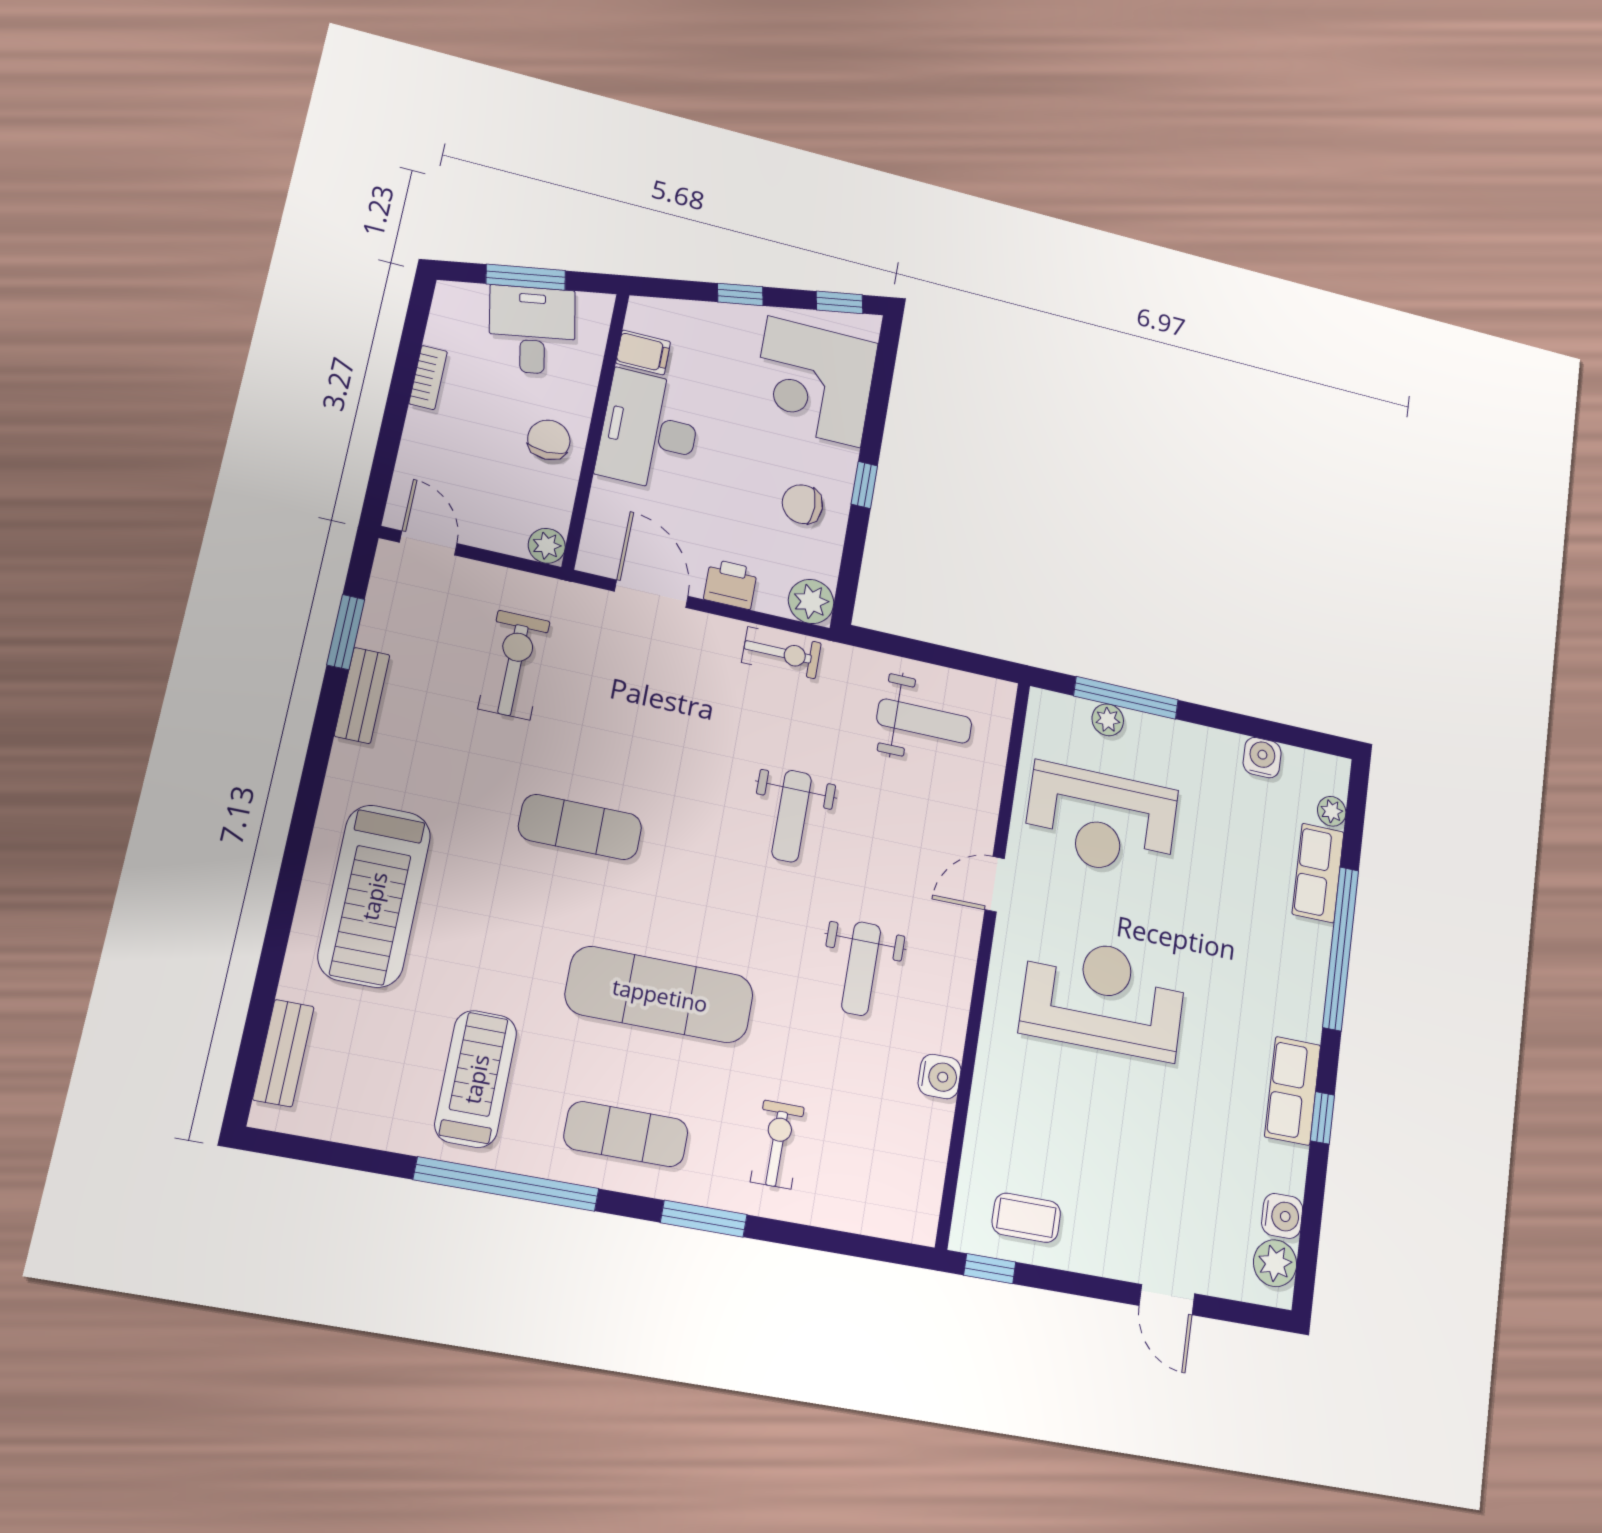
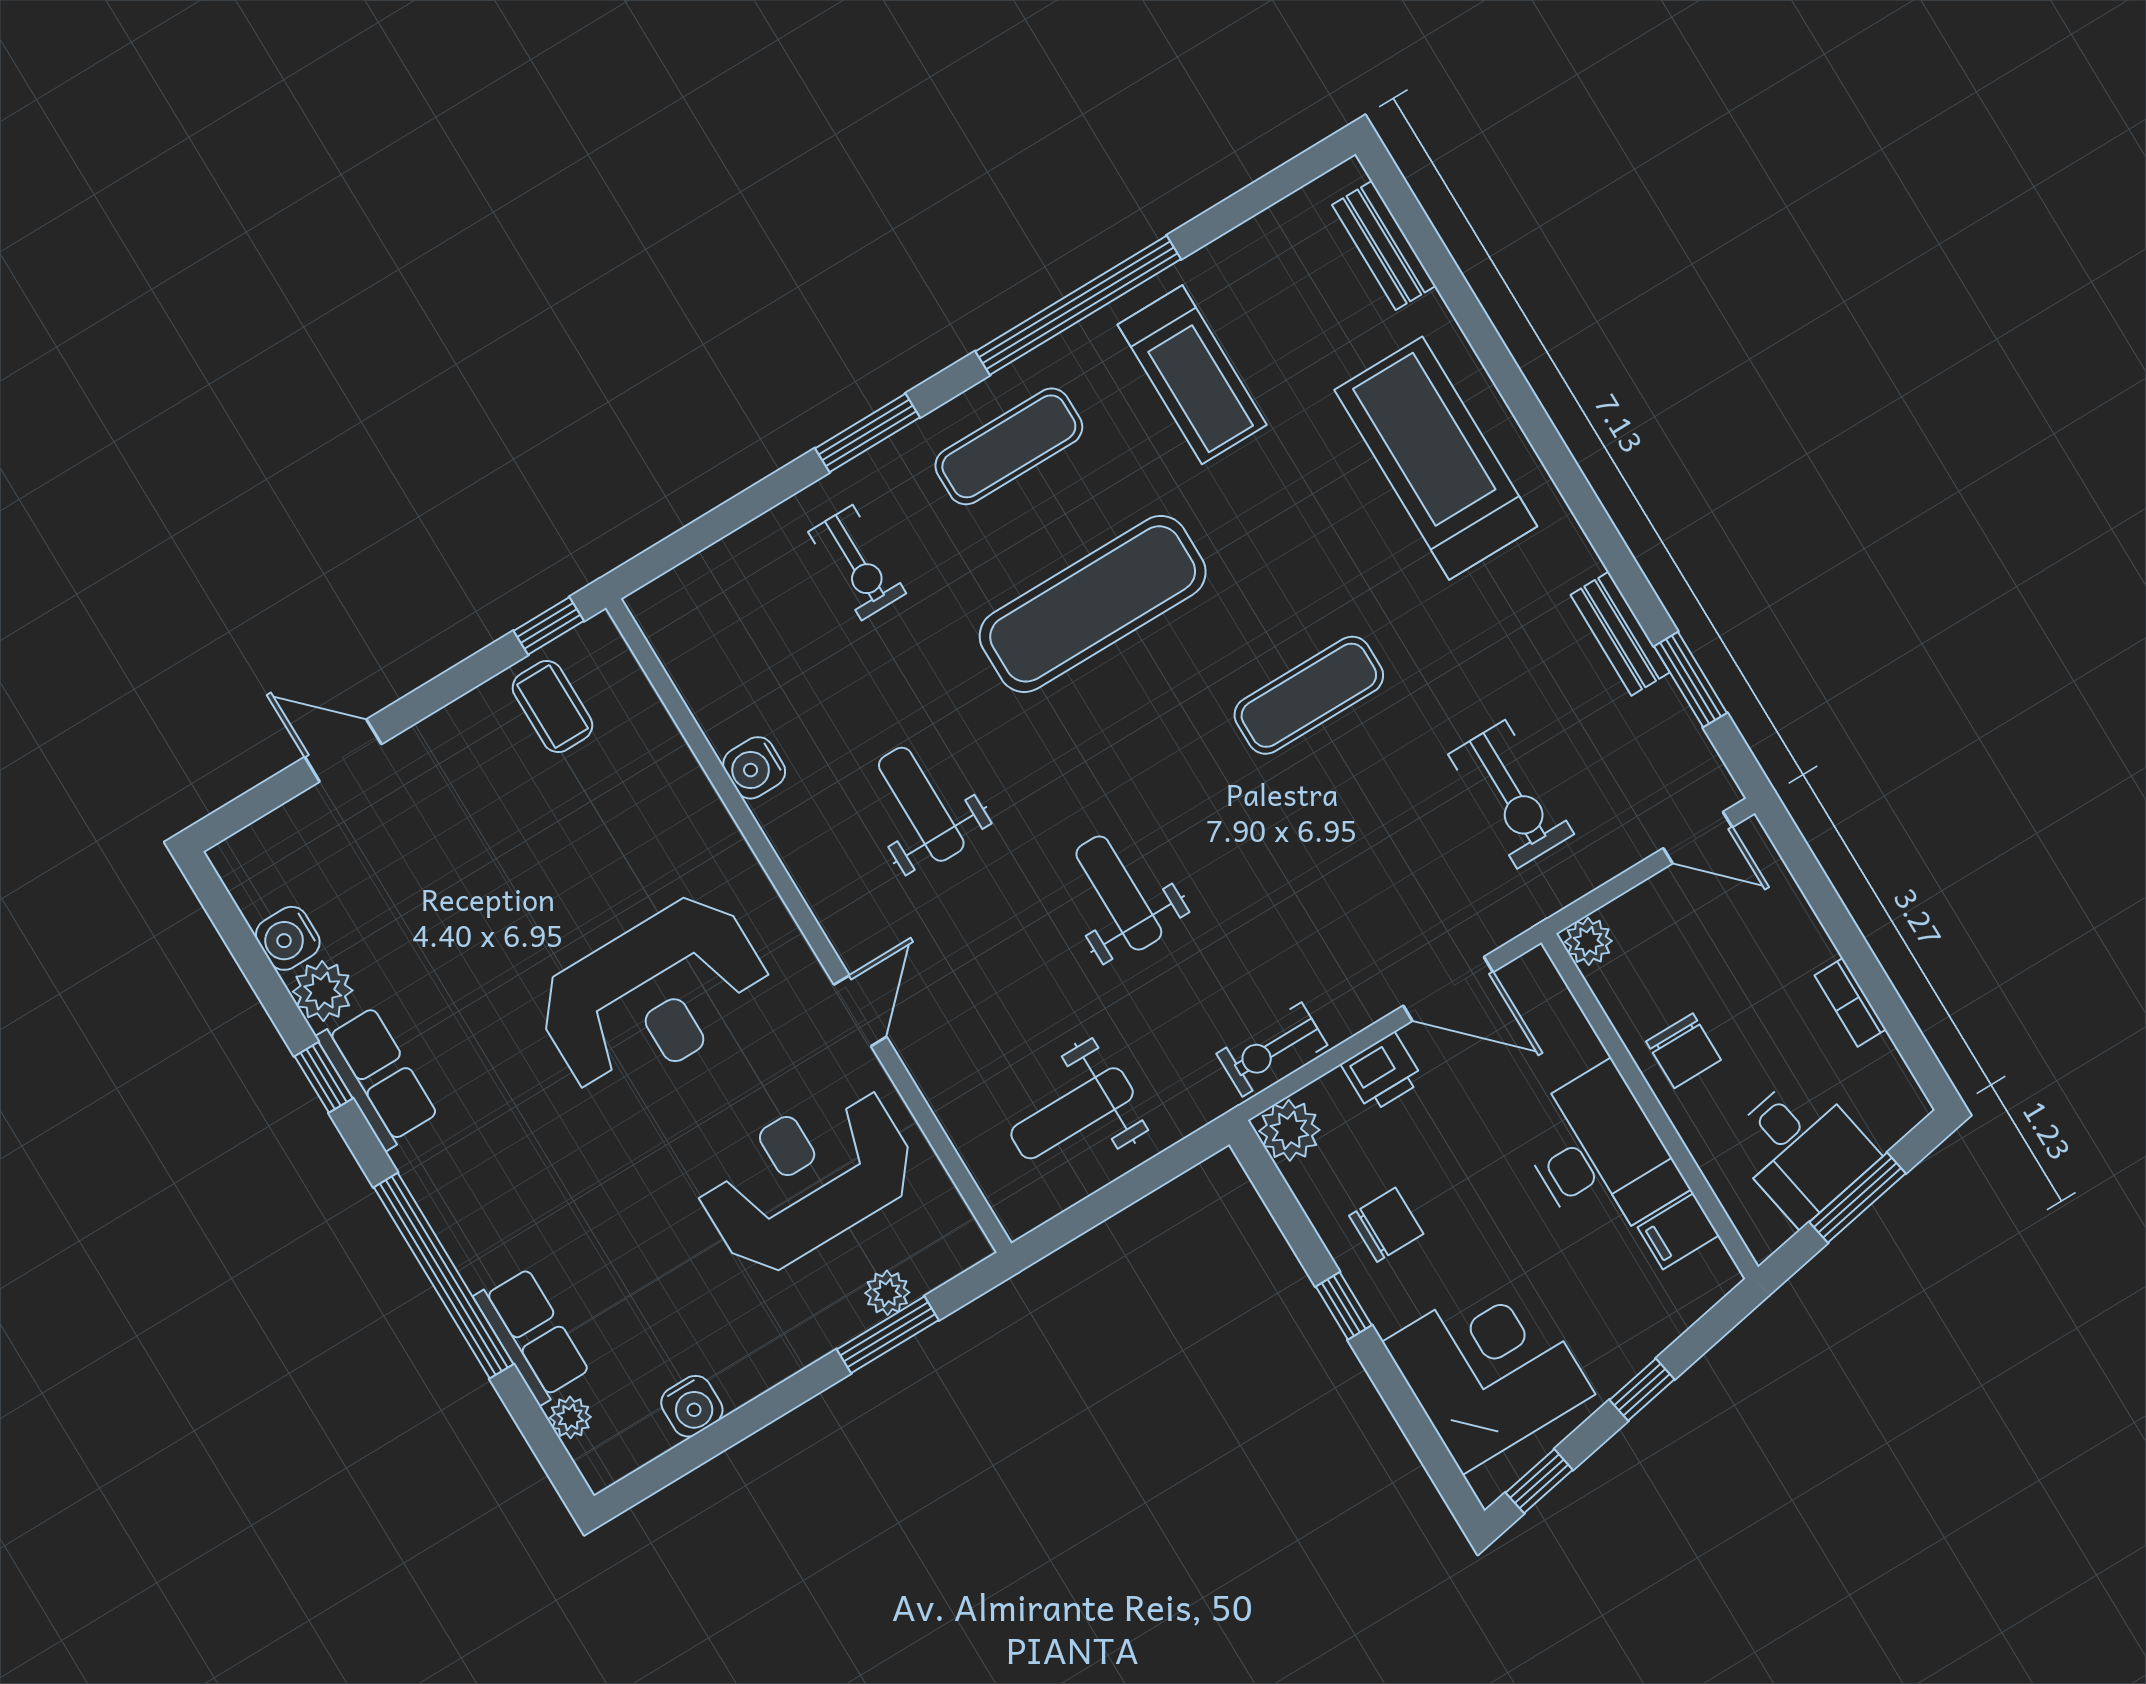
window: (1126, 698) -> (888, 1335), width x0.69
coffee table: (1026, 1218) -> (552, 706), turned 90
plant: (1275, 1263) -> (323, 991), moved

